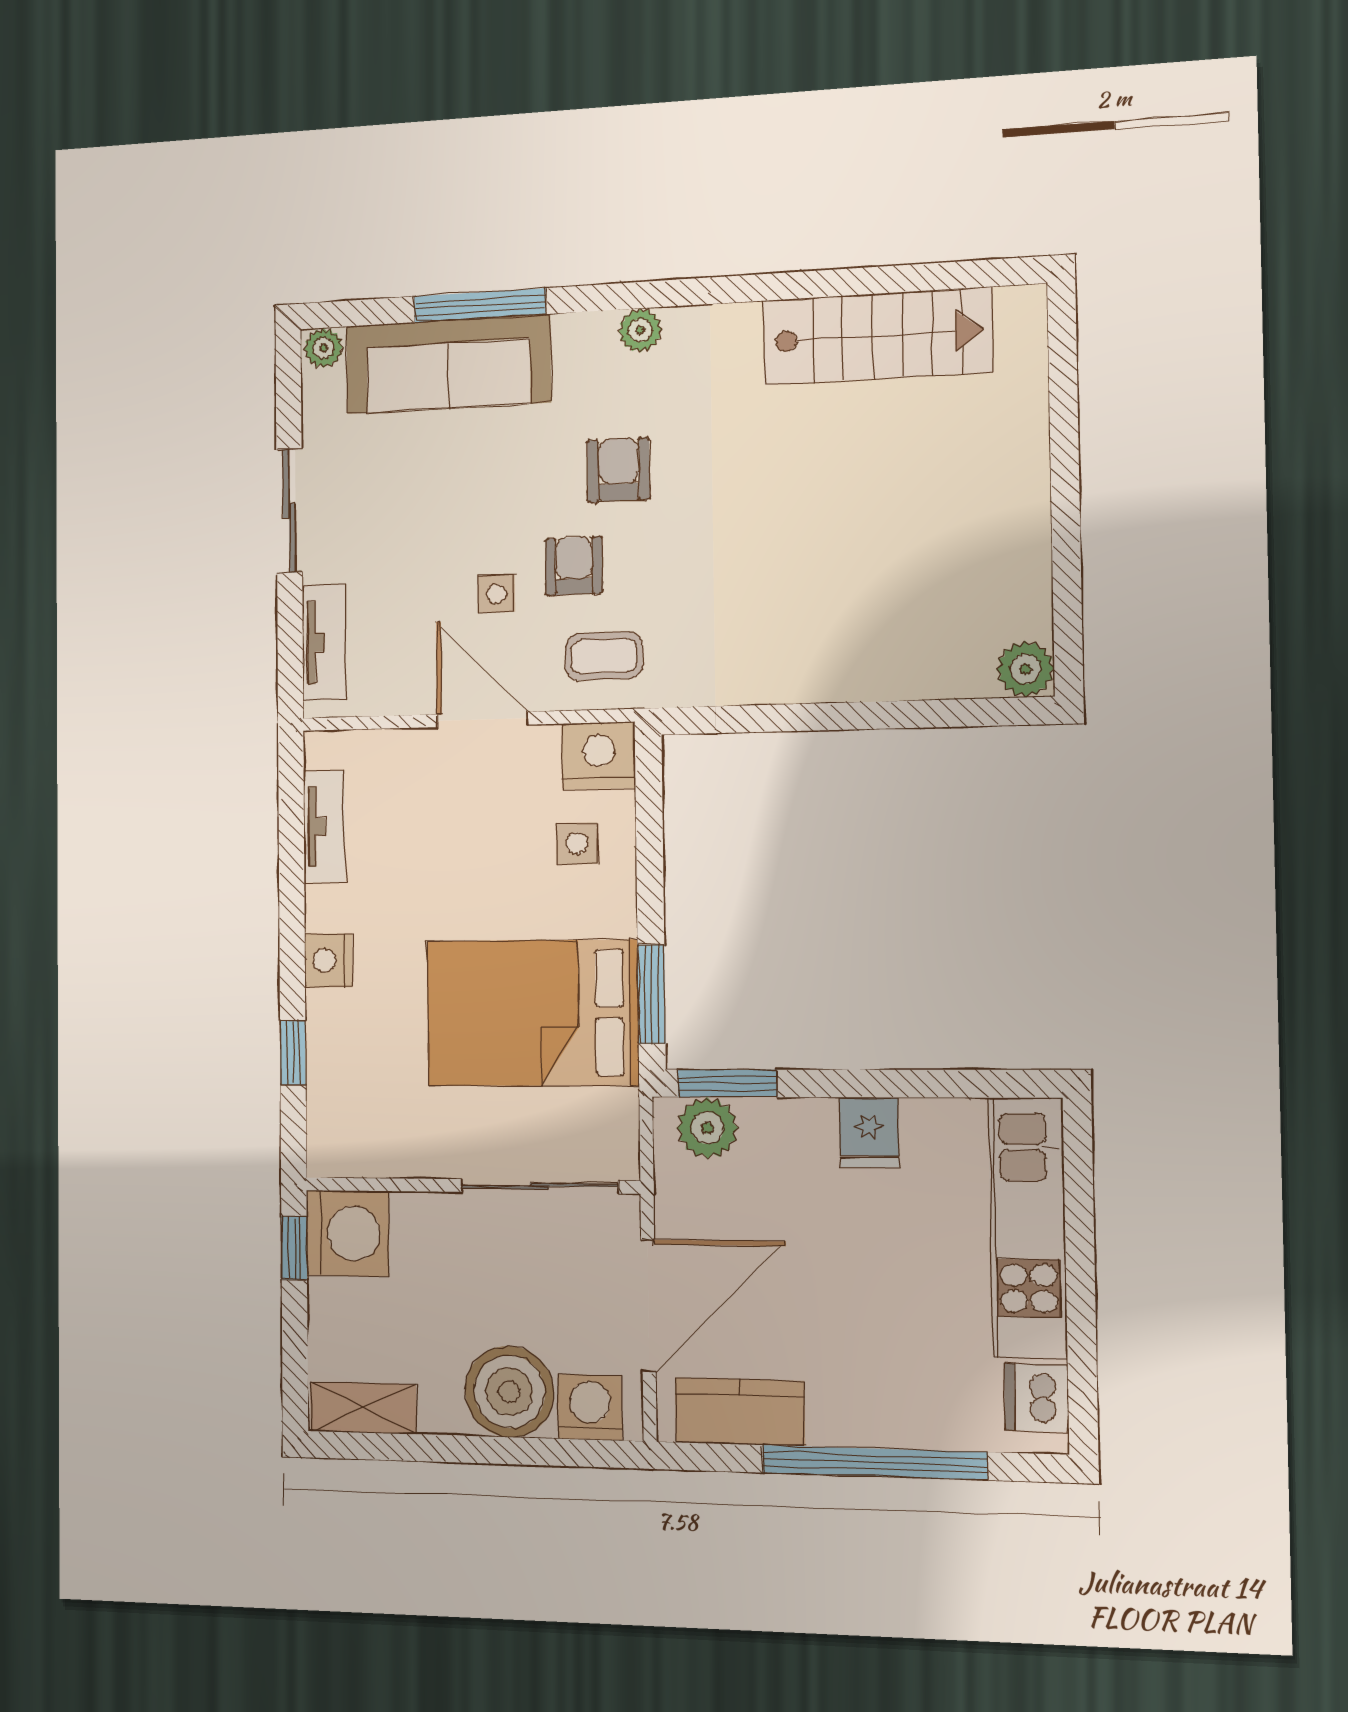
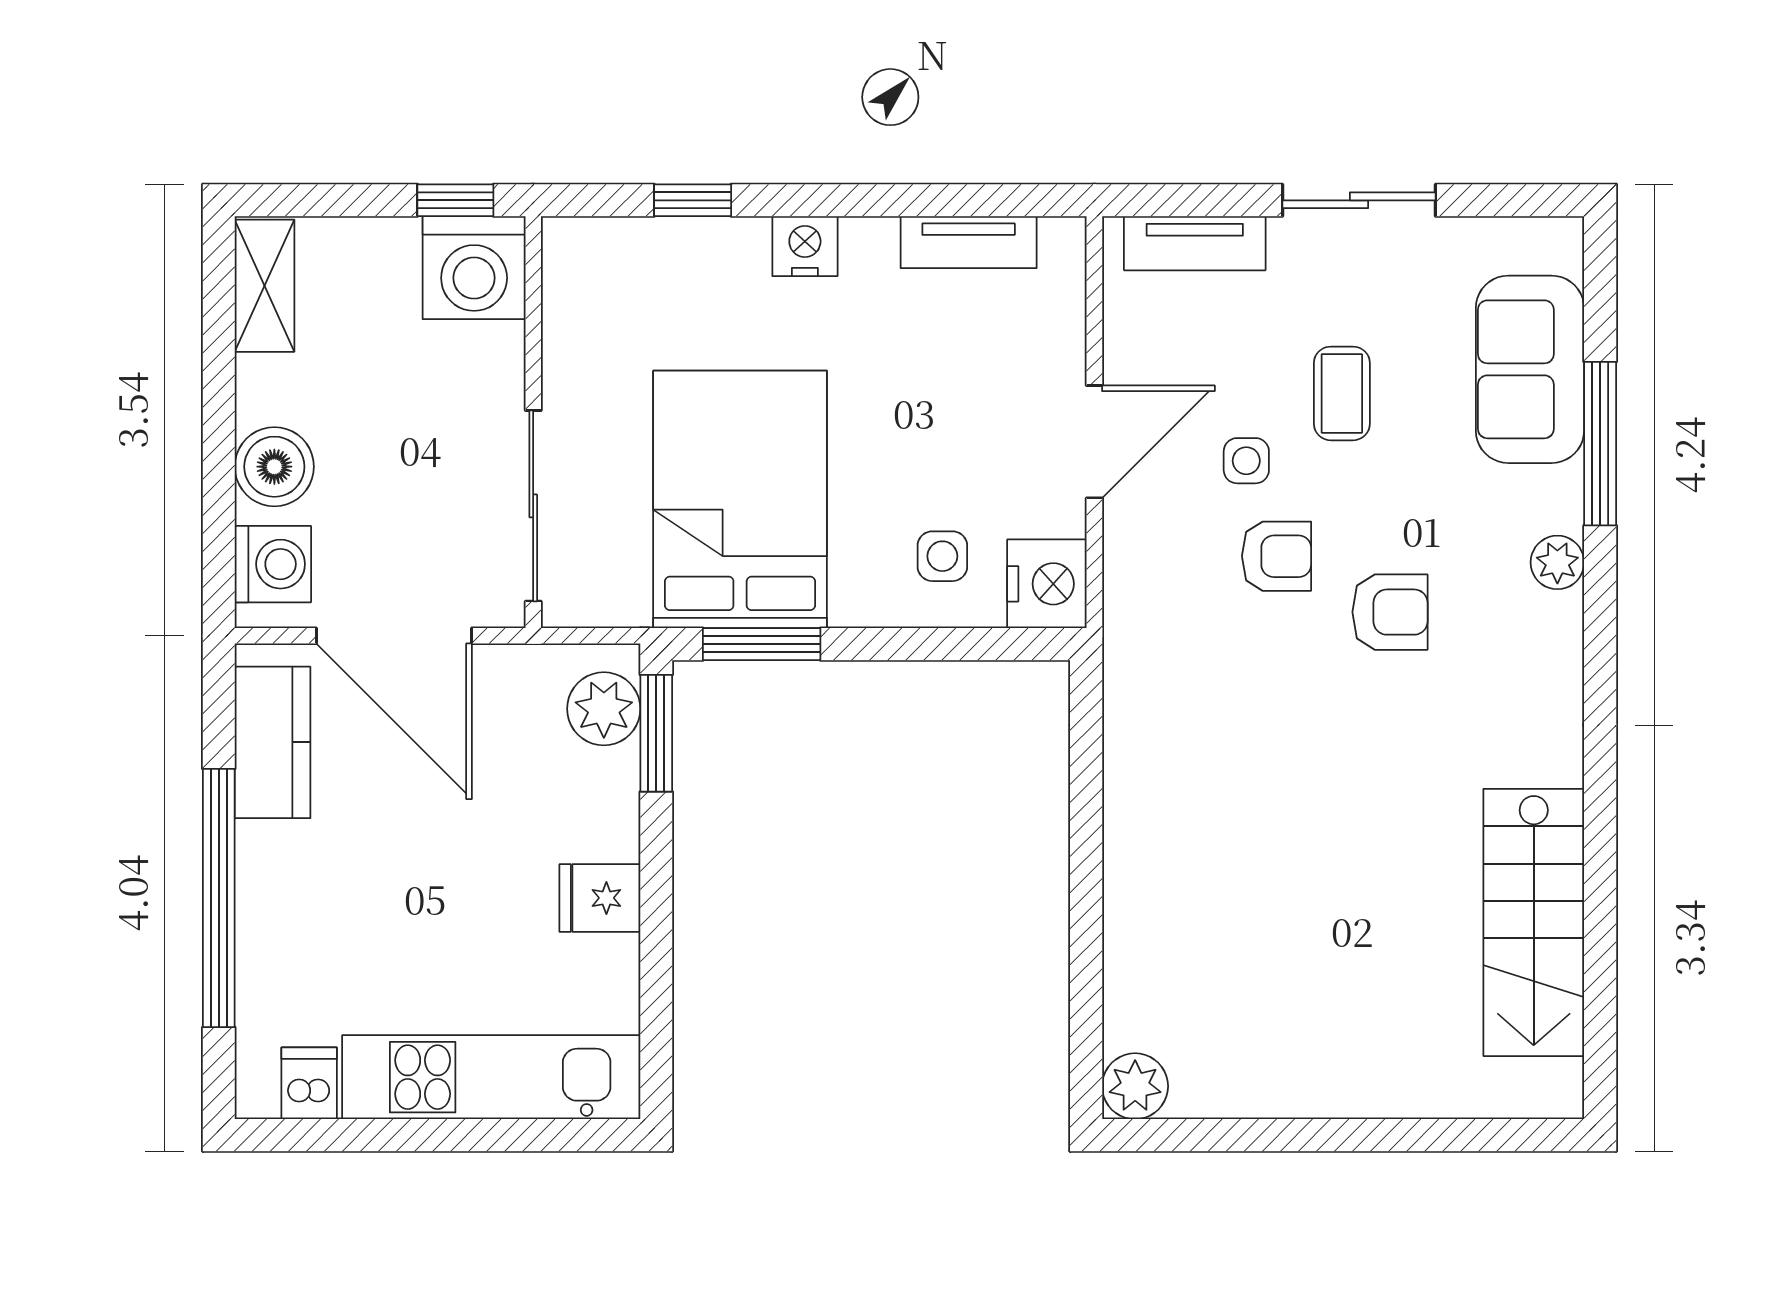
plant: (640, 330) -> (1557, 562), moved
plant: (323, 348) -> (1559, 246), removed
sofa: (448, 364) -> (1530, 369), width x0.73
coffee table: (604, 656) -> (1342, 393), moved
boiler: (509, 1392) -> (274, 467), width x0.73, depth x0.73
dishwasher: (1036, 1397) -> (309, 1083), width x0.73

